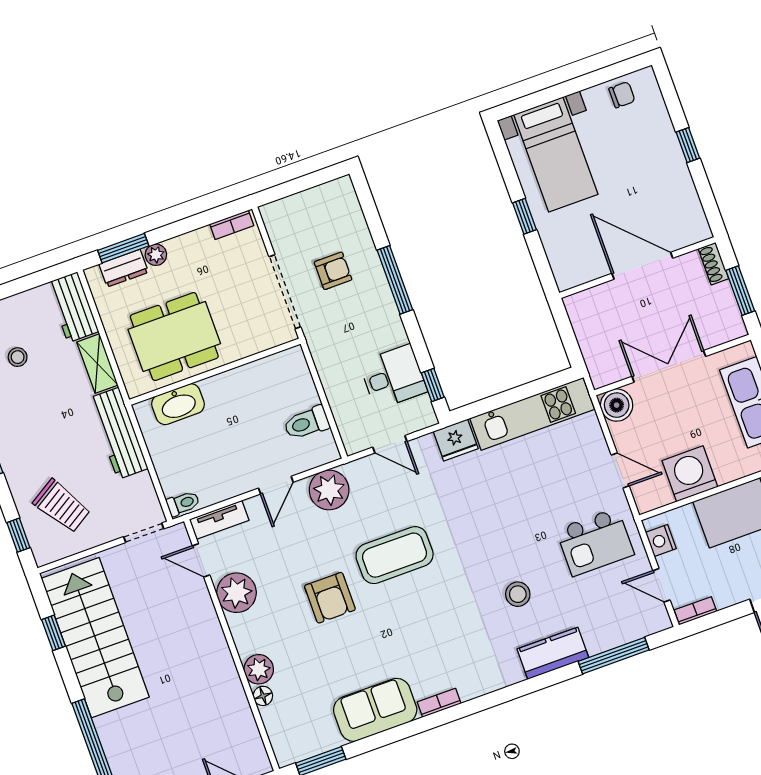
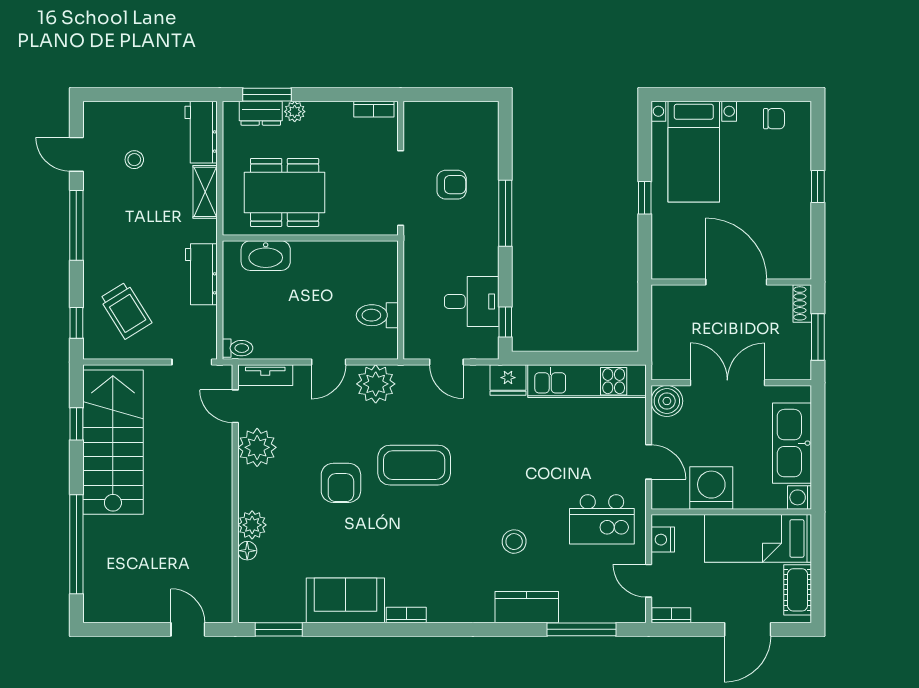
workbench: (118, 433) -> (201, 274), width x0.73

